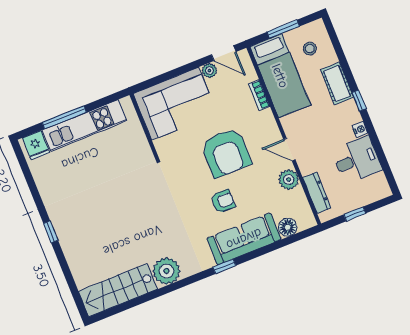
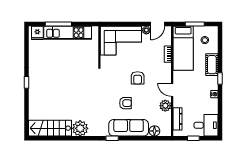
door: (224, 53) -> (158, 24), hinge flipped
armchair: (226, 153) -> (138, 78), width x0.53, depth x0.53
desk: (357, 160) -> (206, 125), moved

